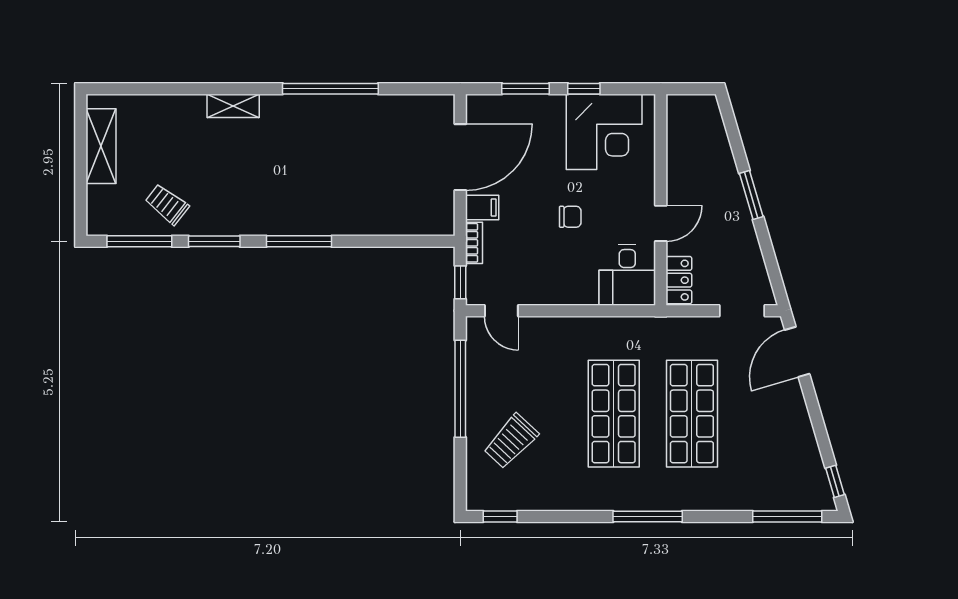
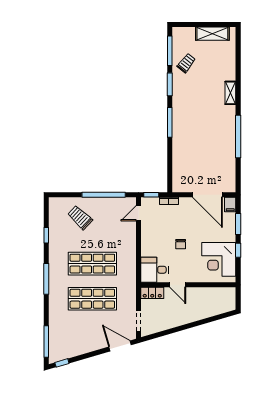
window: (751, 195) -> (190, 325), removed
filing cabinet: (482, 208) -> (230, 205), moved
window: (500, 517) -> (46, 235), moved

